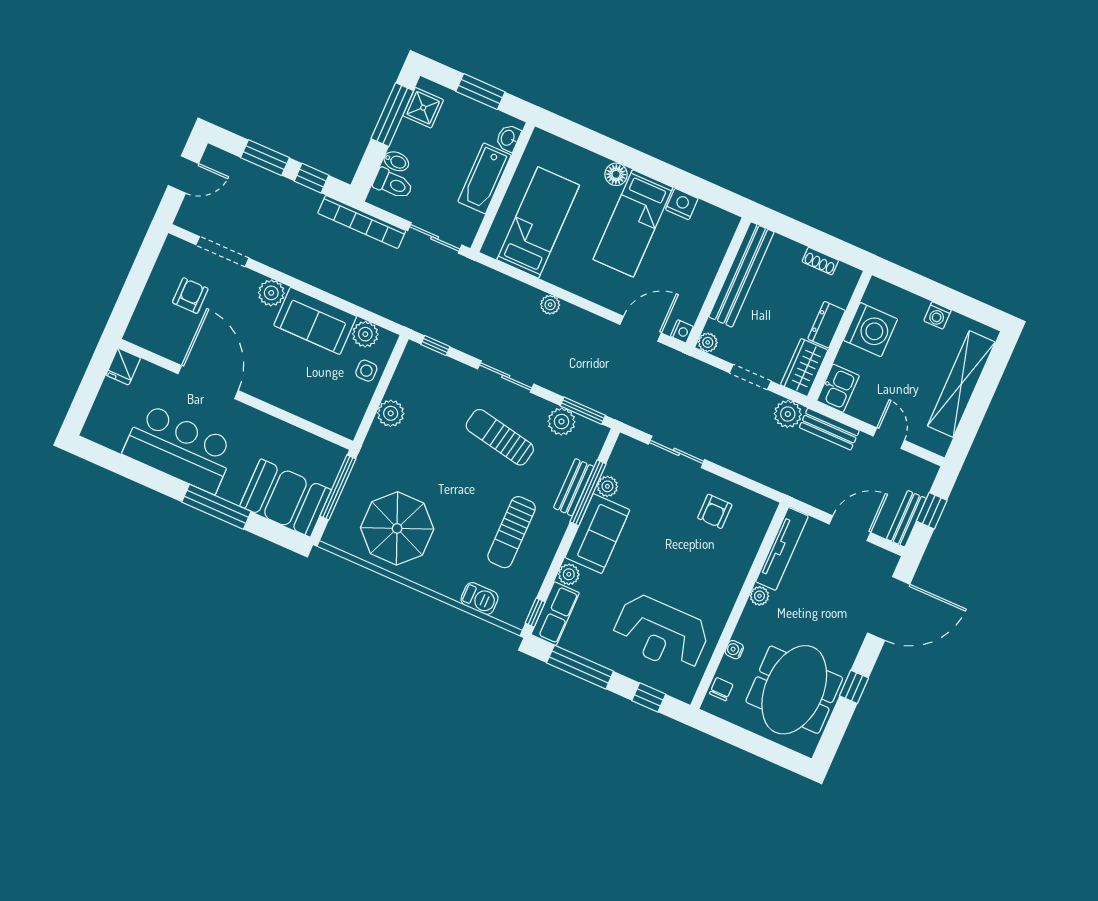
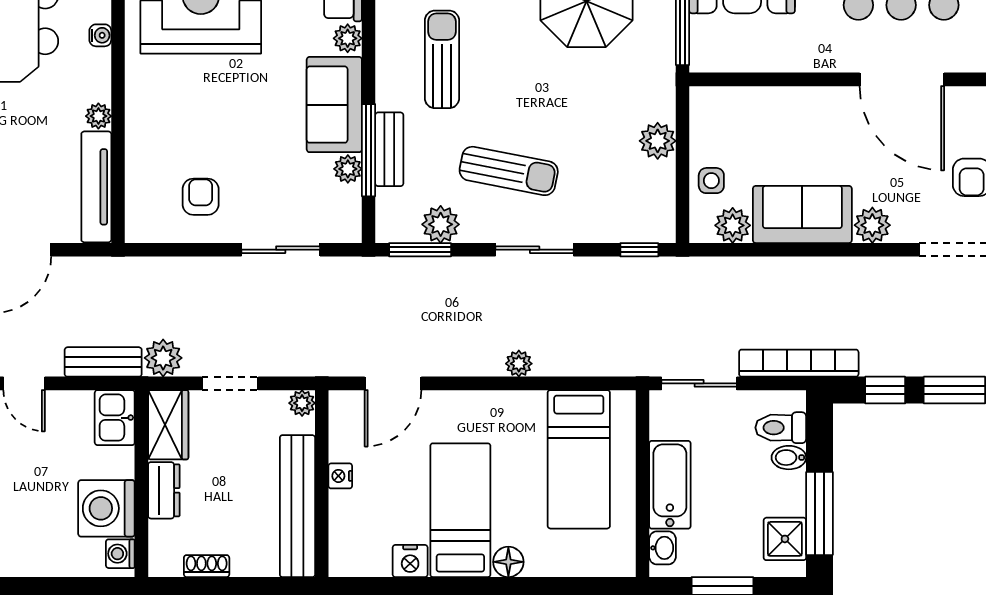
washing machine: (937, 315) -> (120, 554), moved, turned -90
nightstand: (682, 331) -> (340, 476), moved

